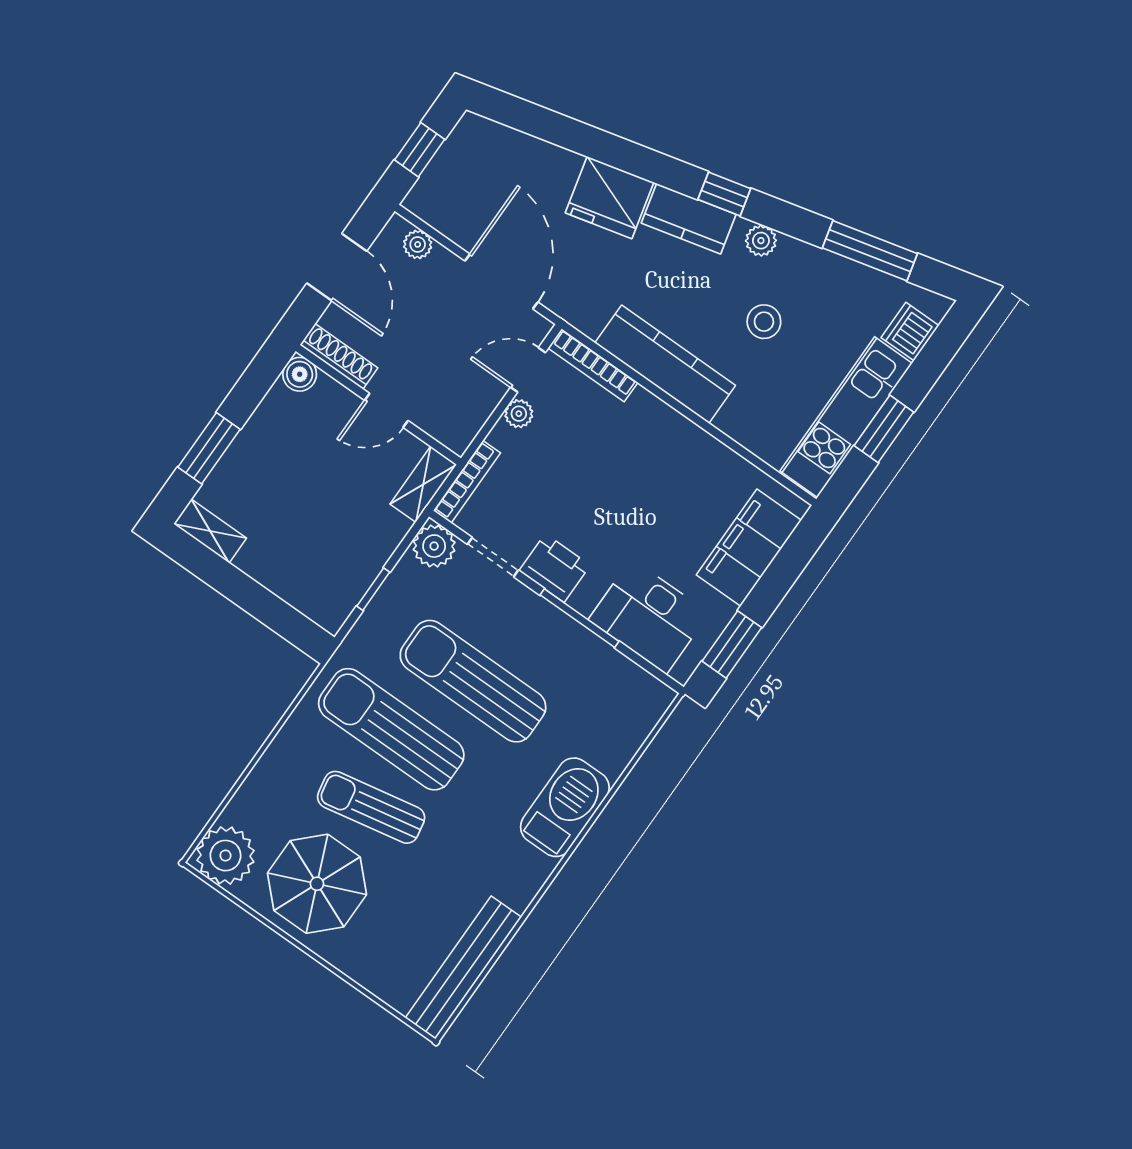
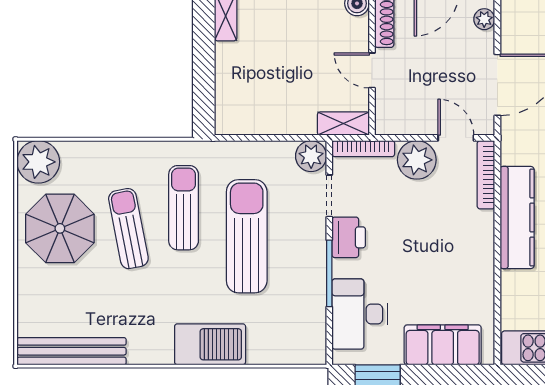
plant: (519, 414) -> (417, 160), width x1.88, depth x1.88
window: (373, 589) -> (260, 138), removed
sun lounger: (391, 729) -> (184, 208), width x0.73, depth x0.75

